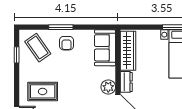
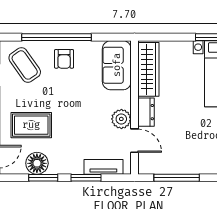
window: (61, 27) -> (56, 37), width x2.11

